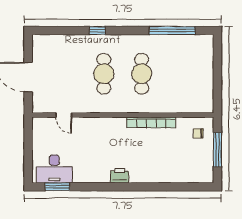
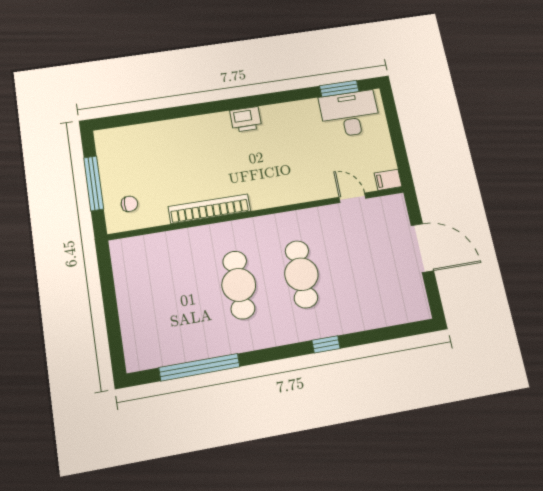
filing cabinet: (40, 123) -> (388, 180), added

